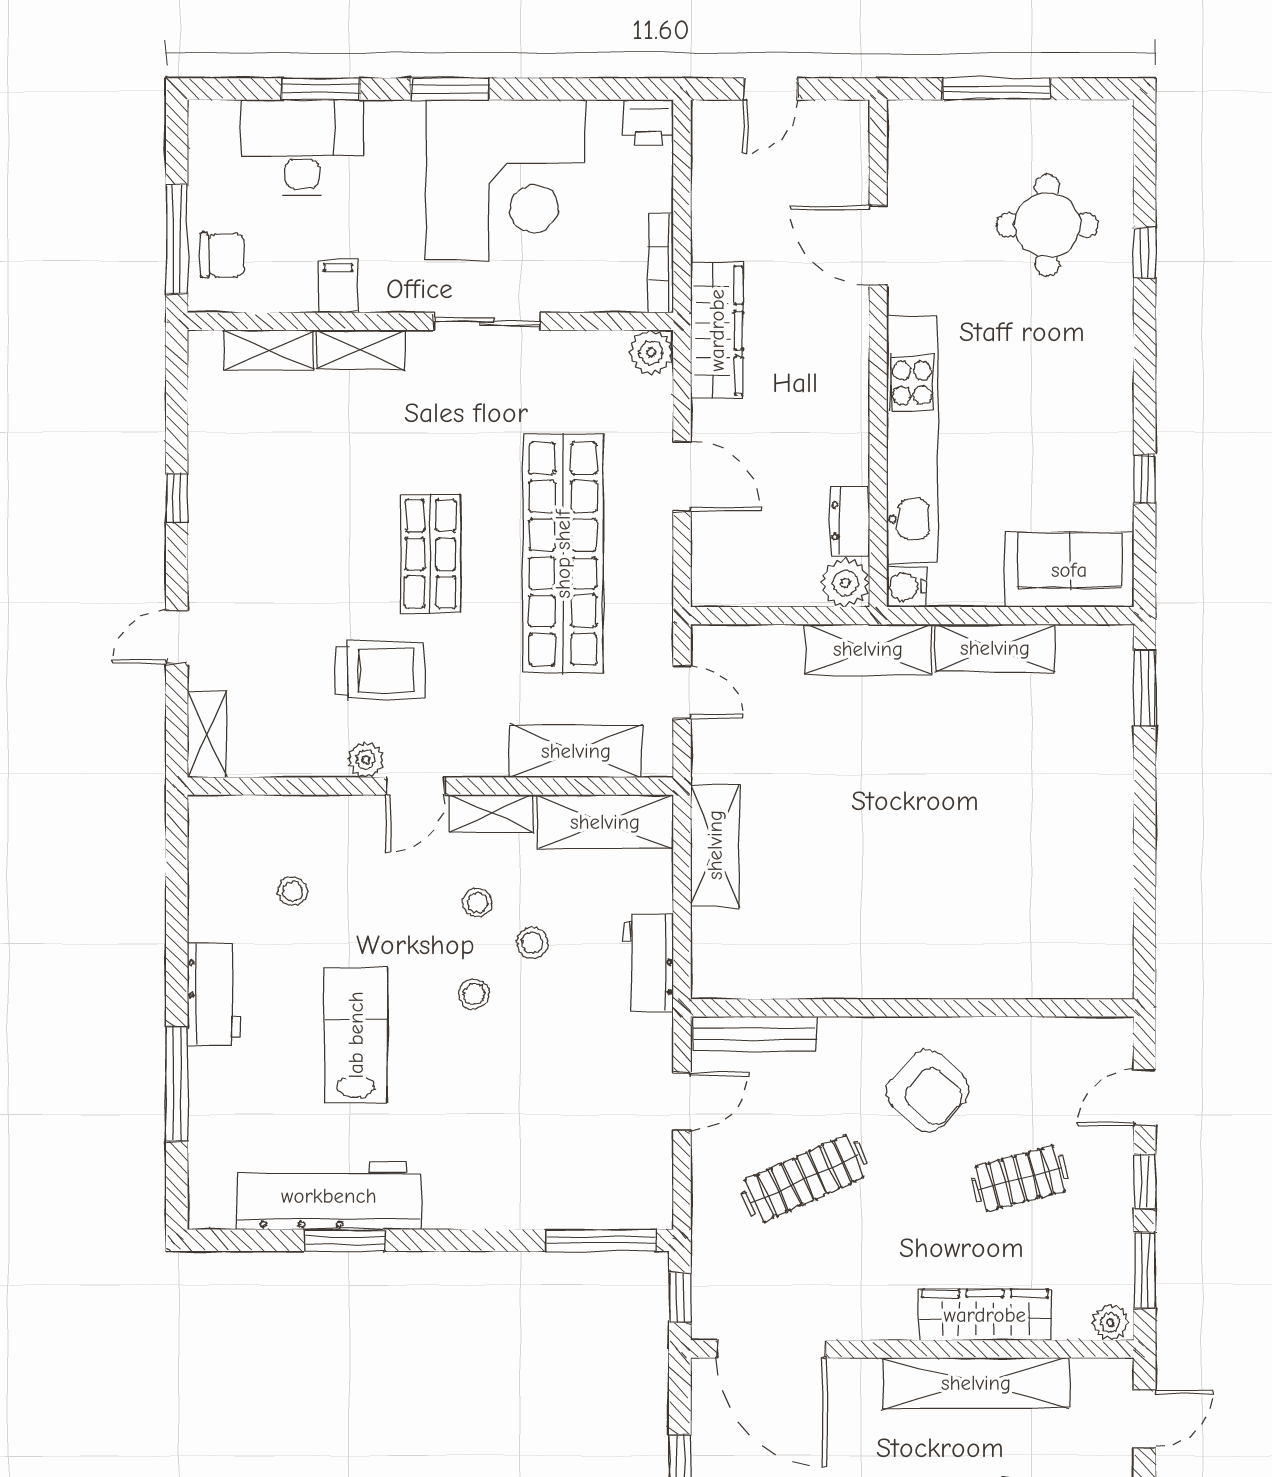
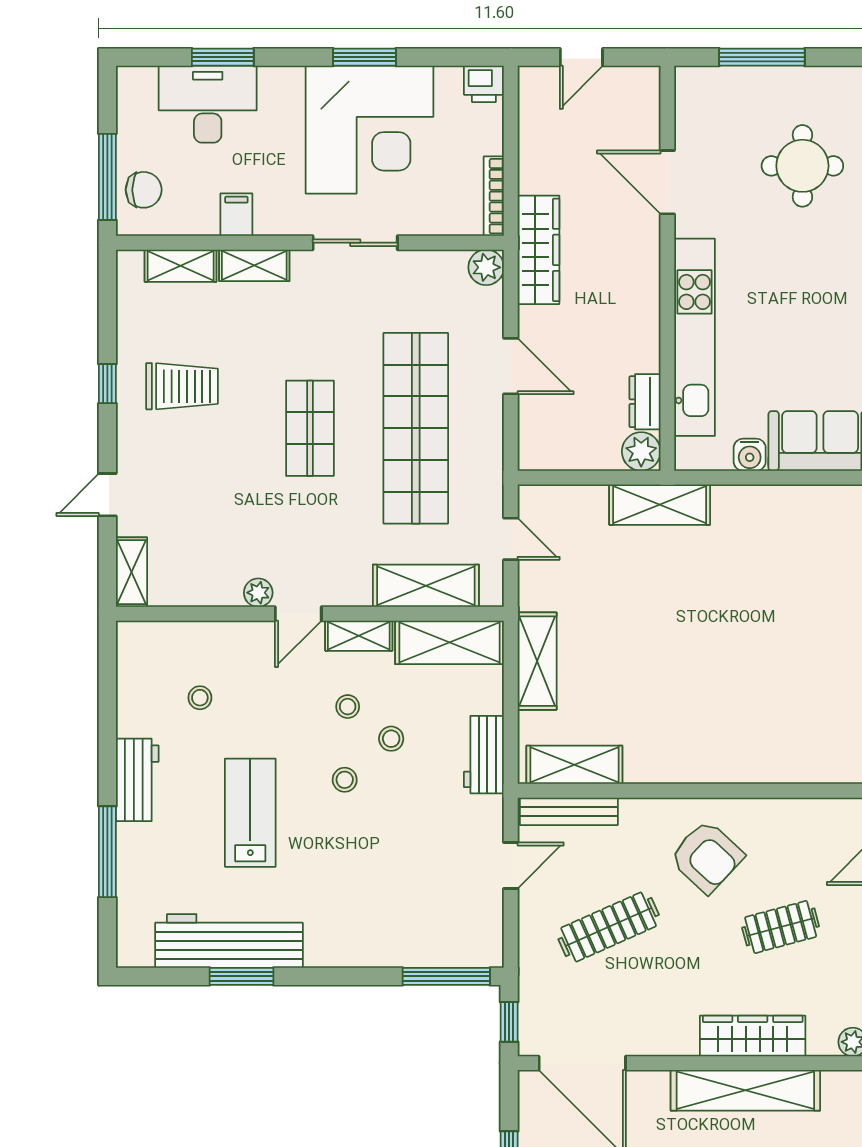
window: (450, 89) -> (365, 57), moved
water cooler: (907, 587) -> (750, 455), moved, turned -90
shelving: (995, 648) -> (574, 765), moved
trolley: (380, 670) -> (182, 386), moved

